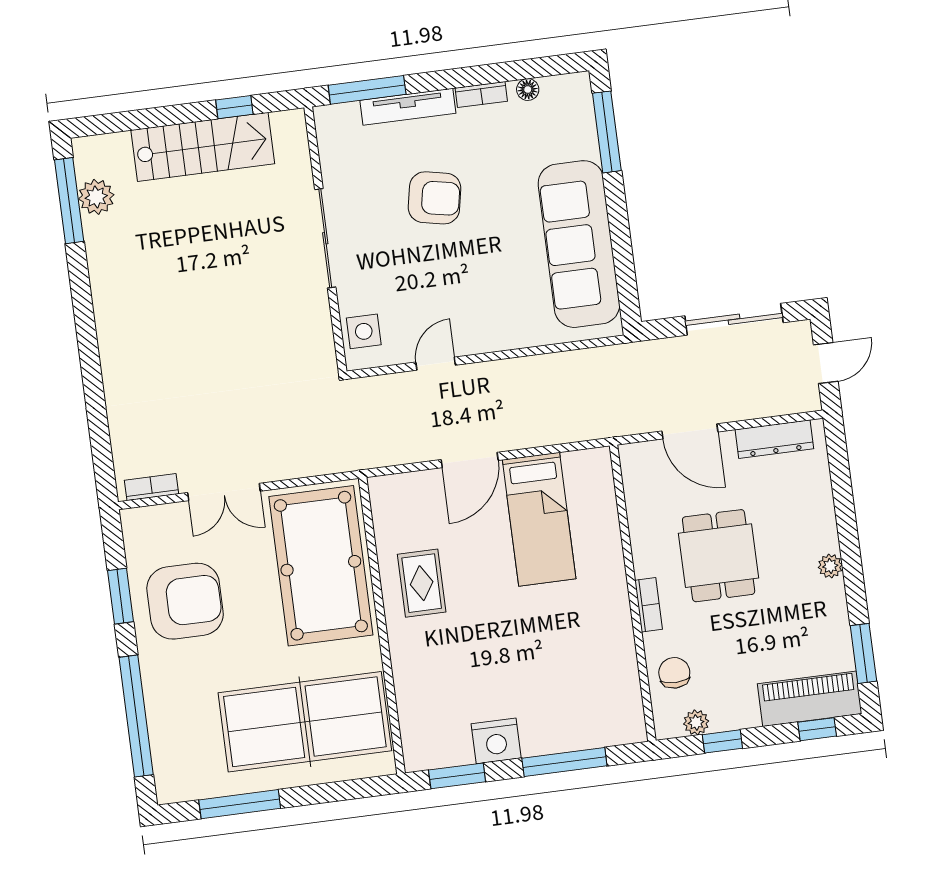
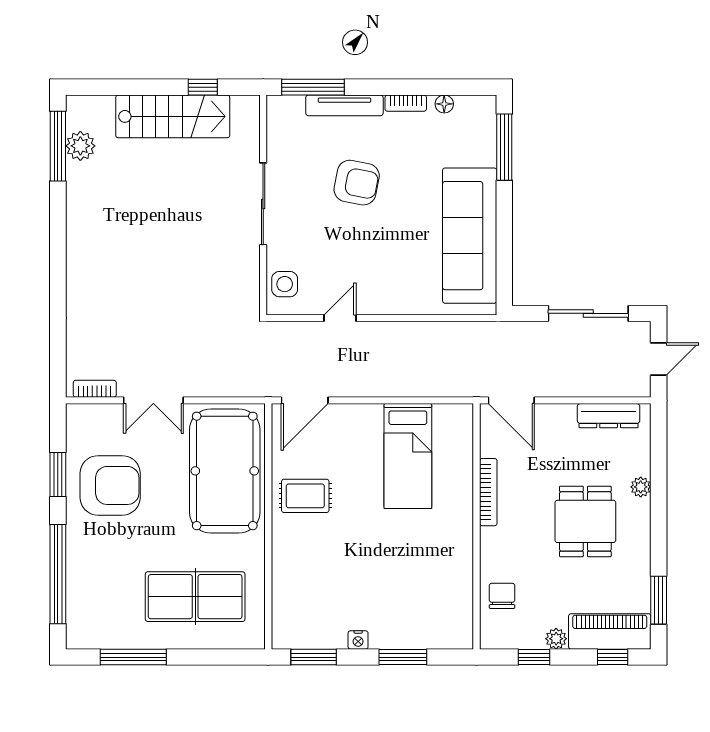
door: (690, 431) -> (511, 400), moved
door: (470, 460) -> (305, 400), moved
dining table: (719, 556) -> (585, 521), moved
plant: (830, 566) -> (641, 487), moved
rug: (422, 583) -> (305, 496), turned 90
bookcase: (649, 605) -> (488, 492), moved, width x1.56
table tennis table: (305, 722) -> (195, 597), width x0.73, depth x0.76
plant: (696, 722) -> (556, 639), moved
nightstand: (496, 741) -> (358, 640), width x0.53, depth x0.56
window: (564, 762) -> (403, 657), width x0.69

